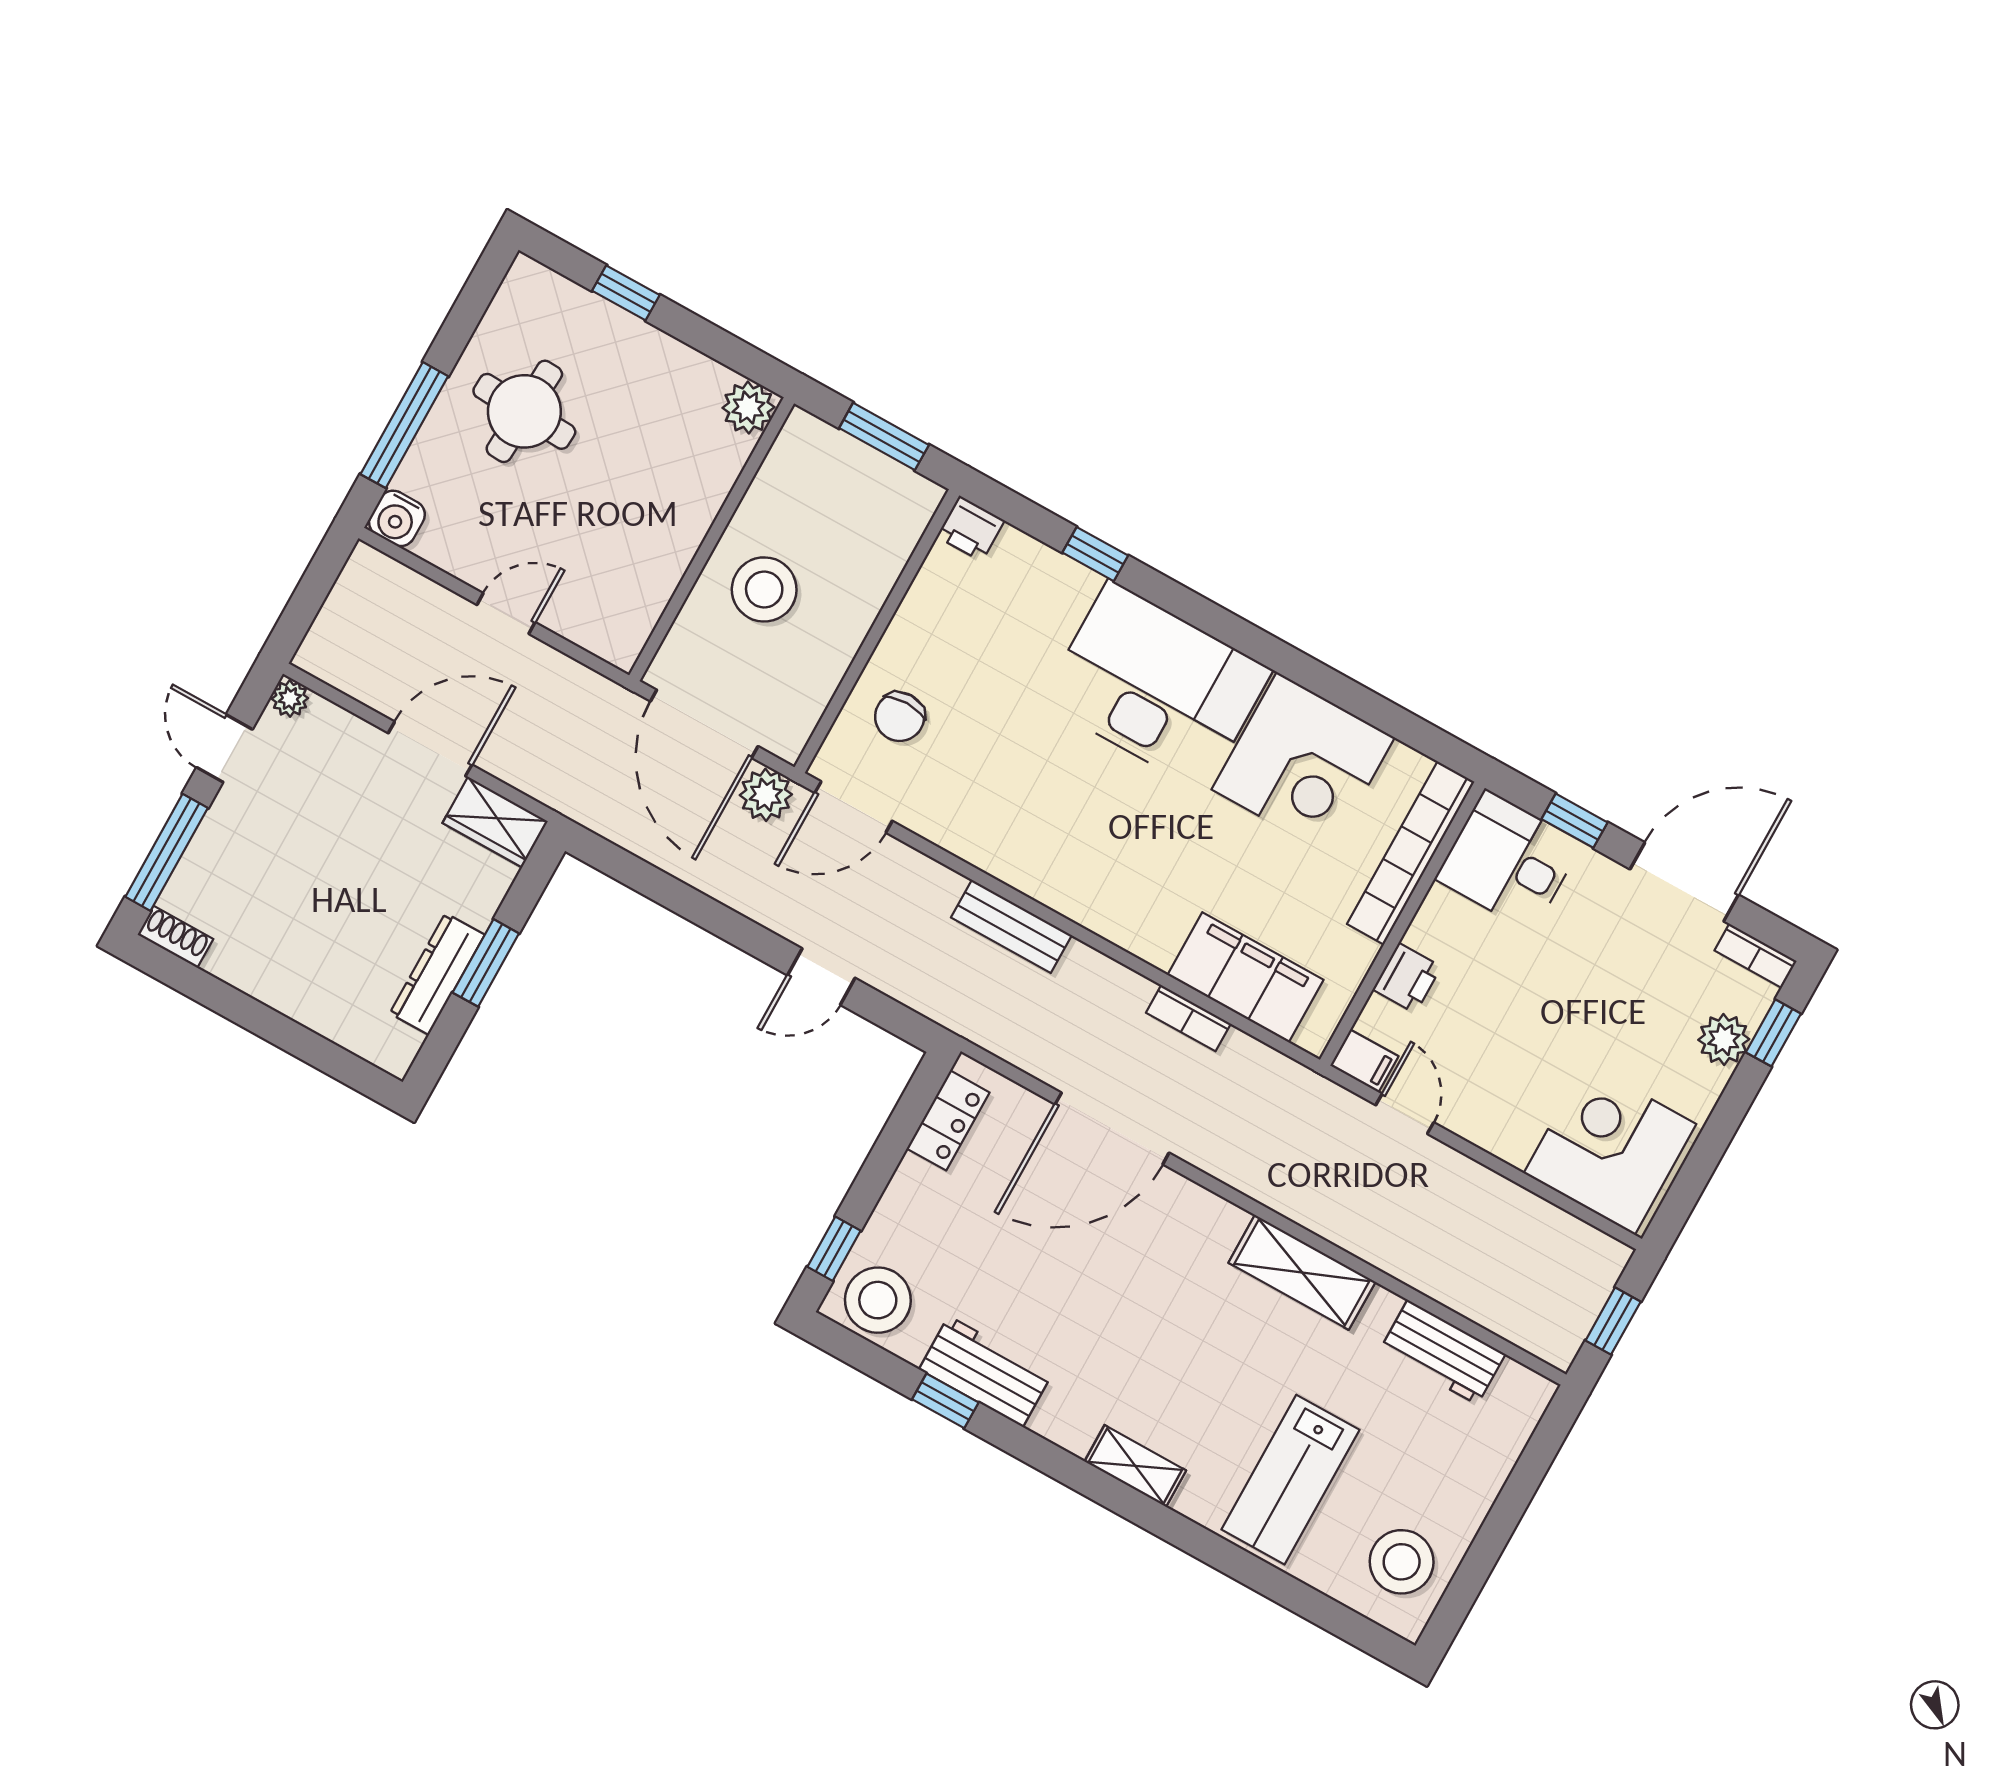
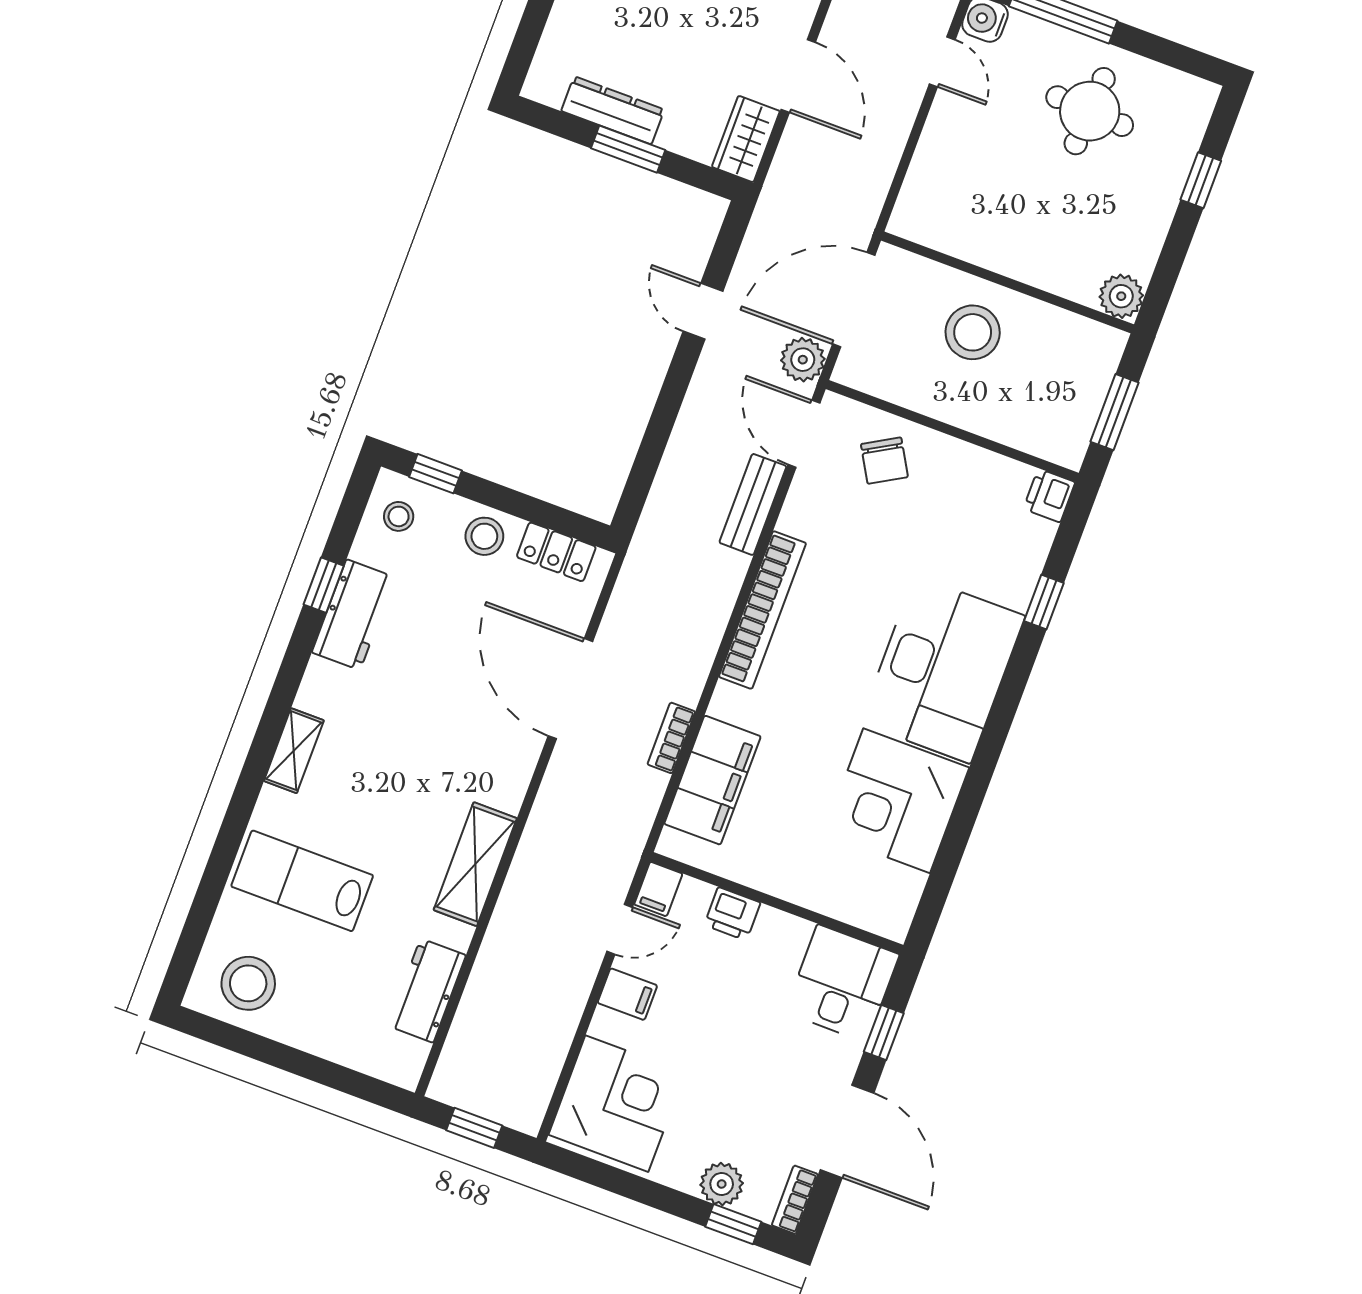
door: (506, 614) -> (942, 62), moved
chair: (900, 717) -> (884, 461), turned -120
bookcase: (1411, 853) -> (762, 610), moved, turned 90
bench: (1011, 926) -> (753, 504), moved
door: (821, 977) -> (703, 311), moved
filing cabinet: (1483, 1116) -> (627, 994), added
stool: (917, 1202) -> (484, 536), added
stool: (878, 1300) -> (399, 516), width x0.53, depth x0.53

